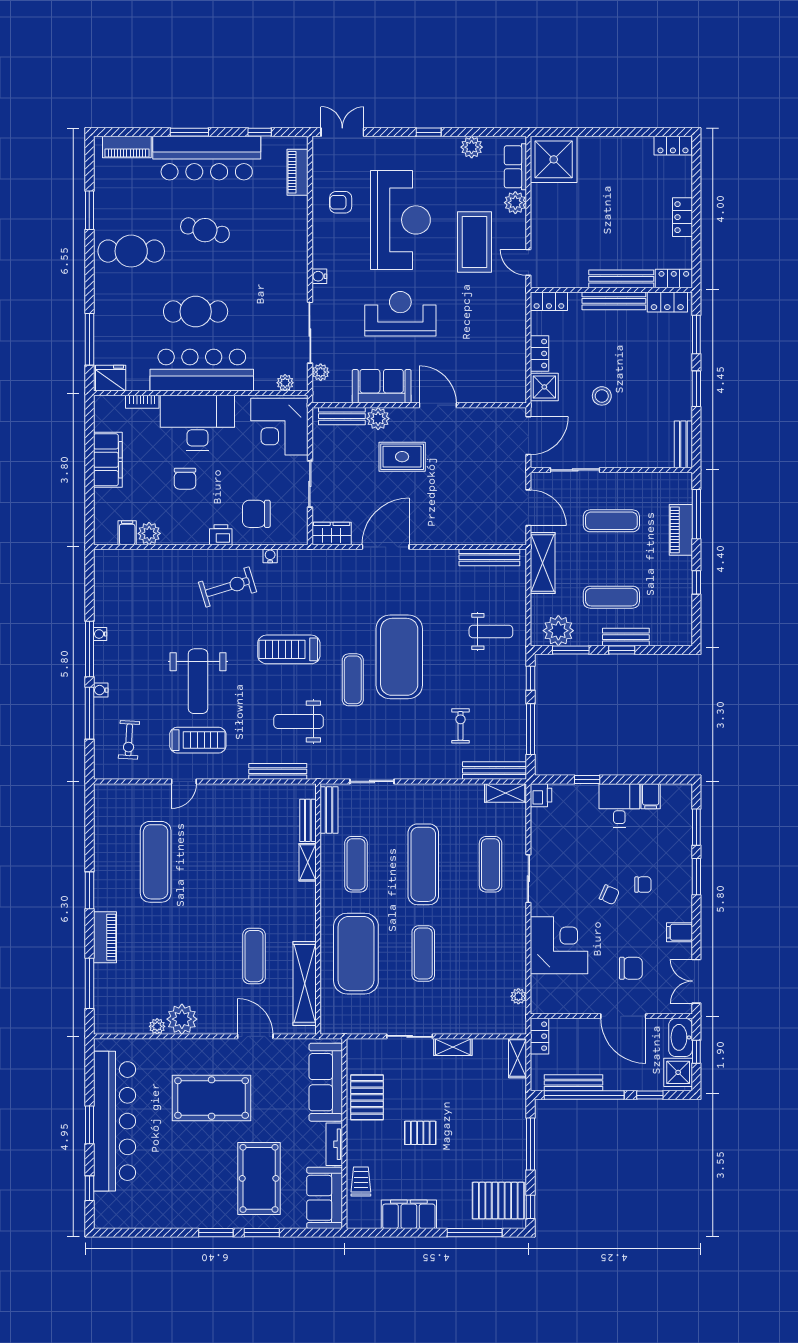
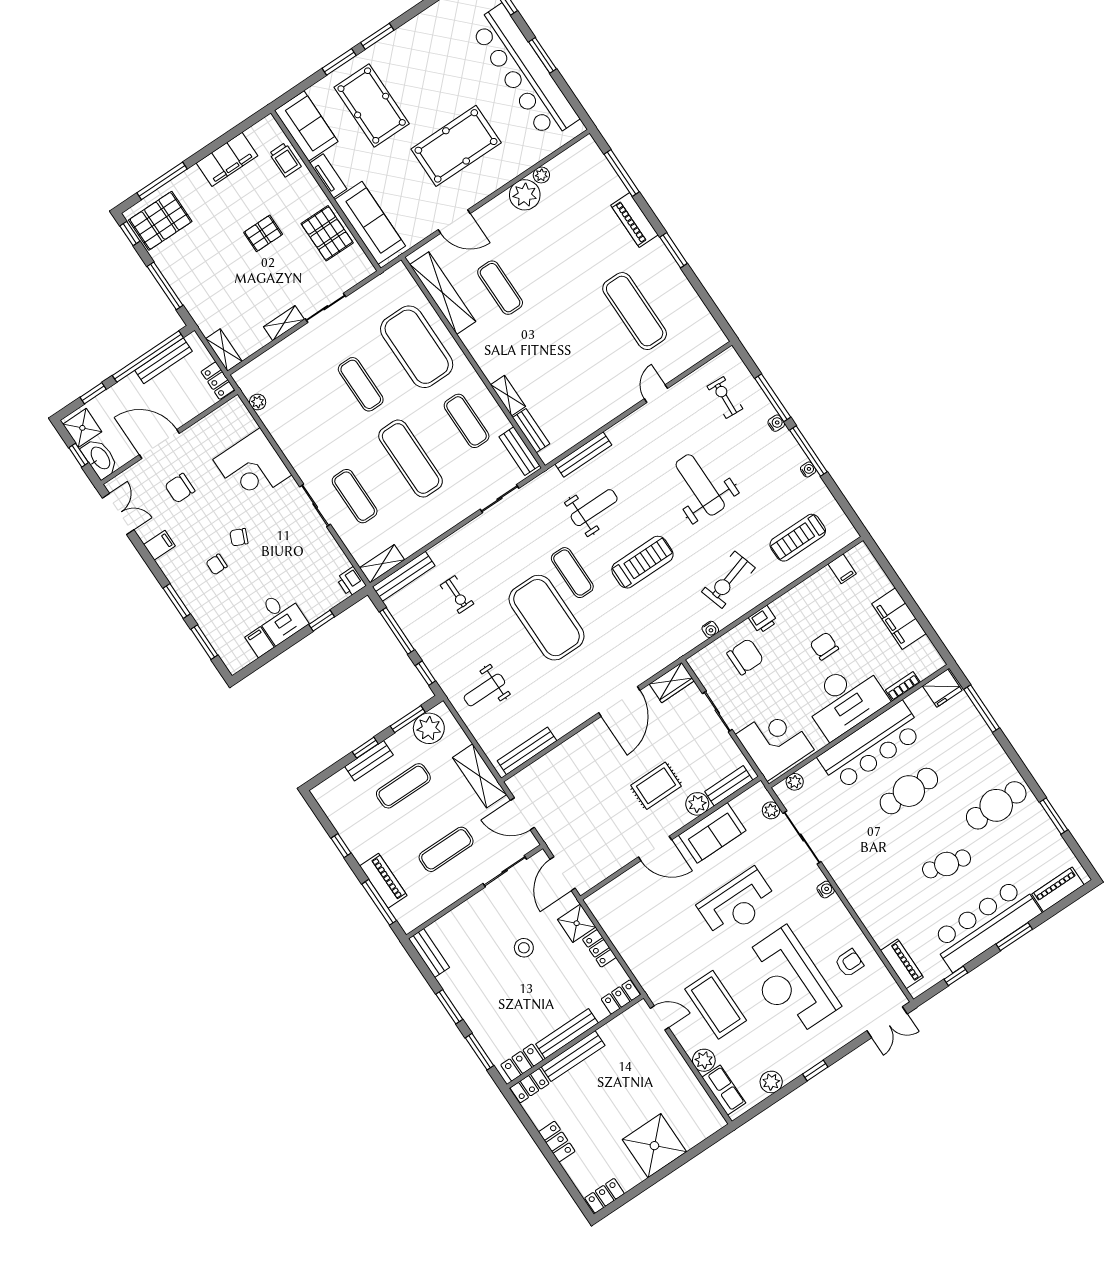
shower: (554, 159) -> (654, 1146), moved
plant: (149, 533) -> (823, 580), removed
treadmill: (198, 740) -> (798, 538), moved

